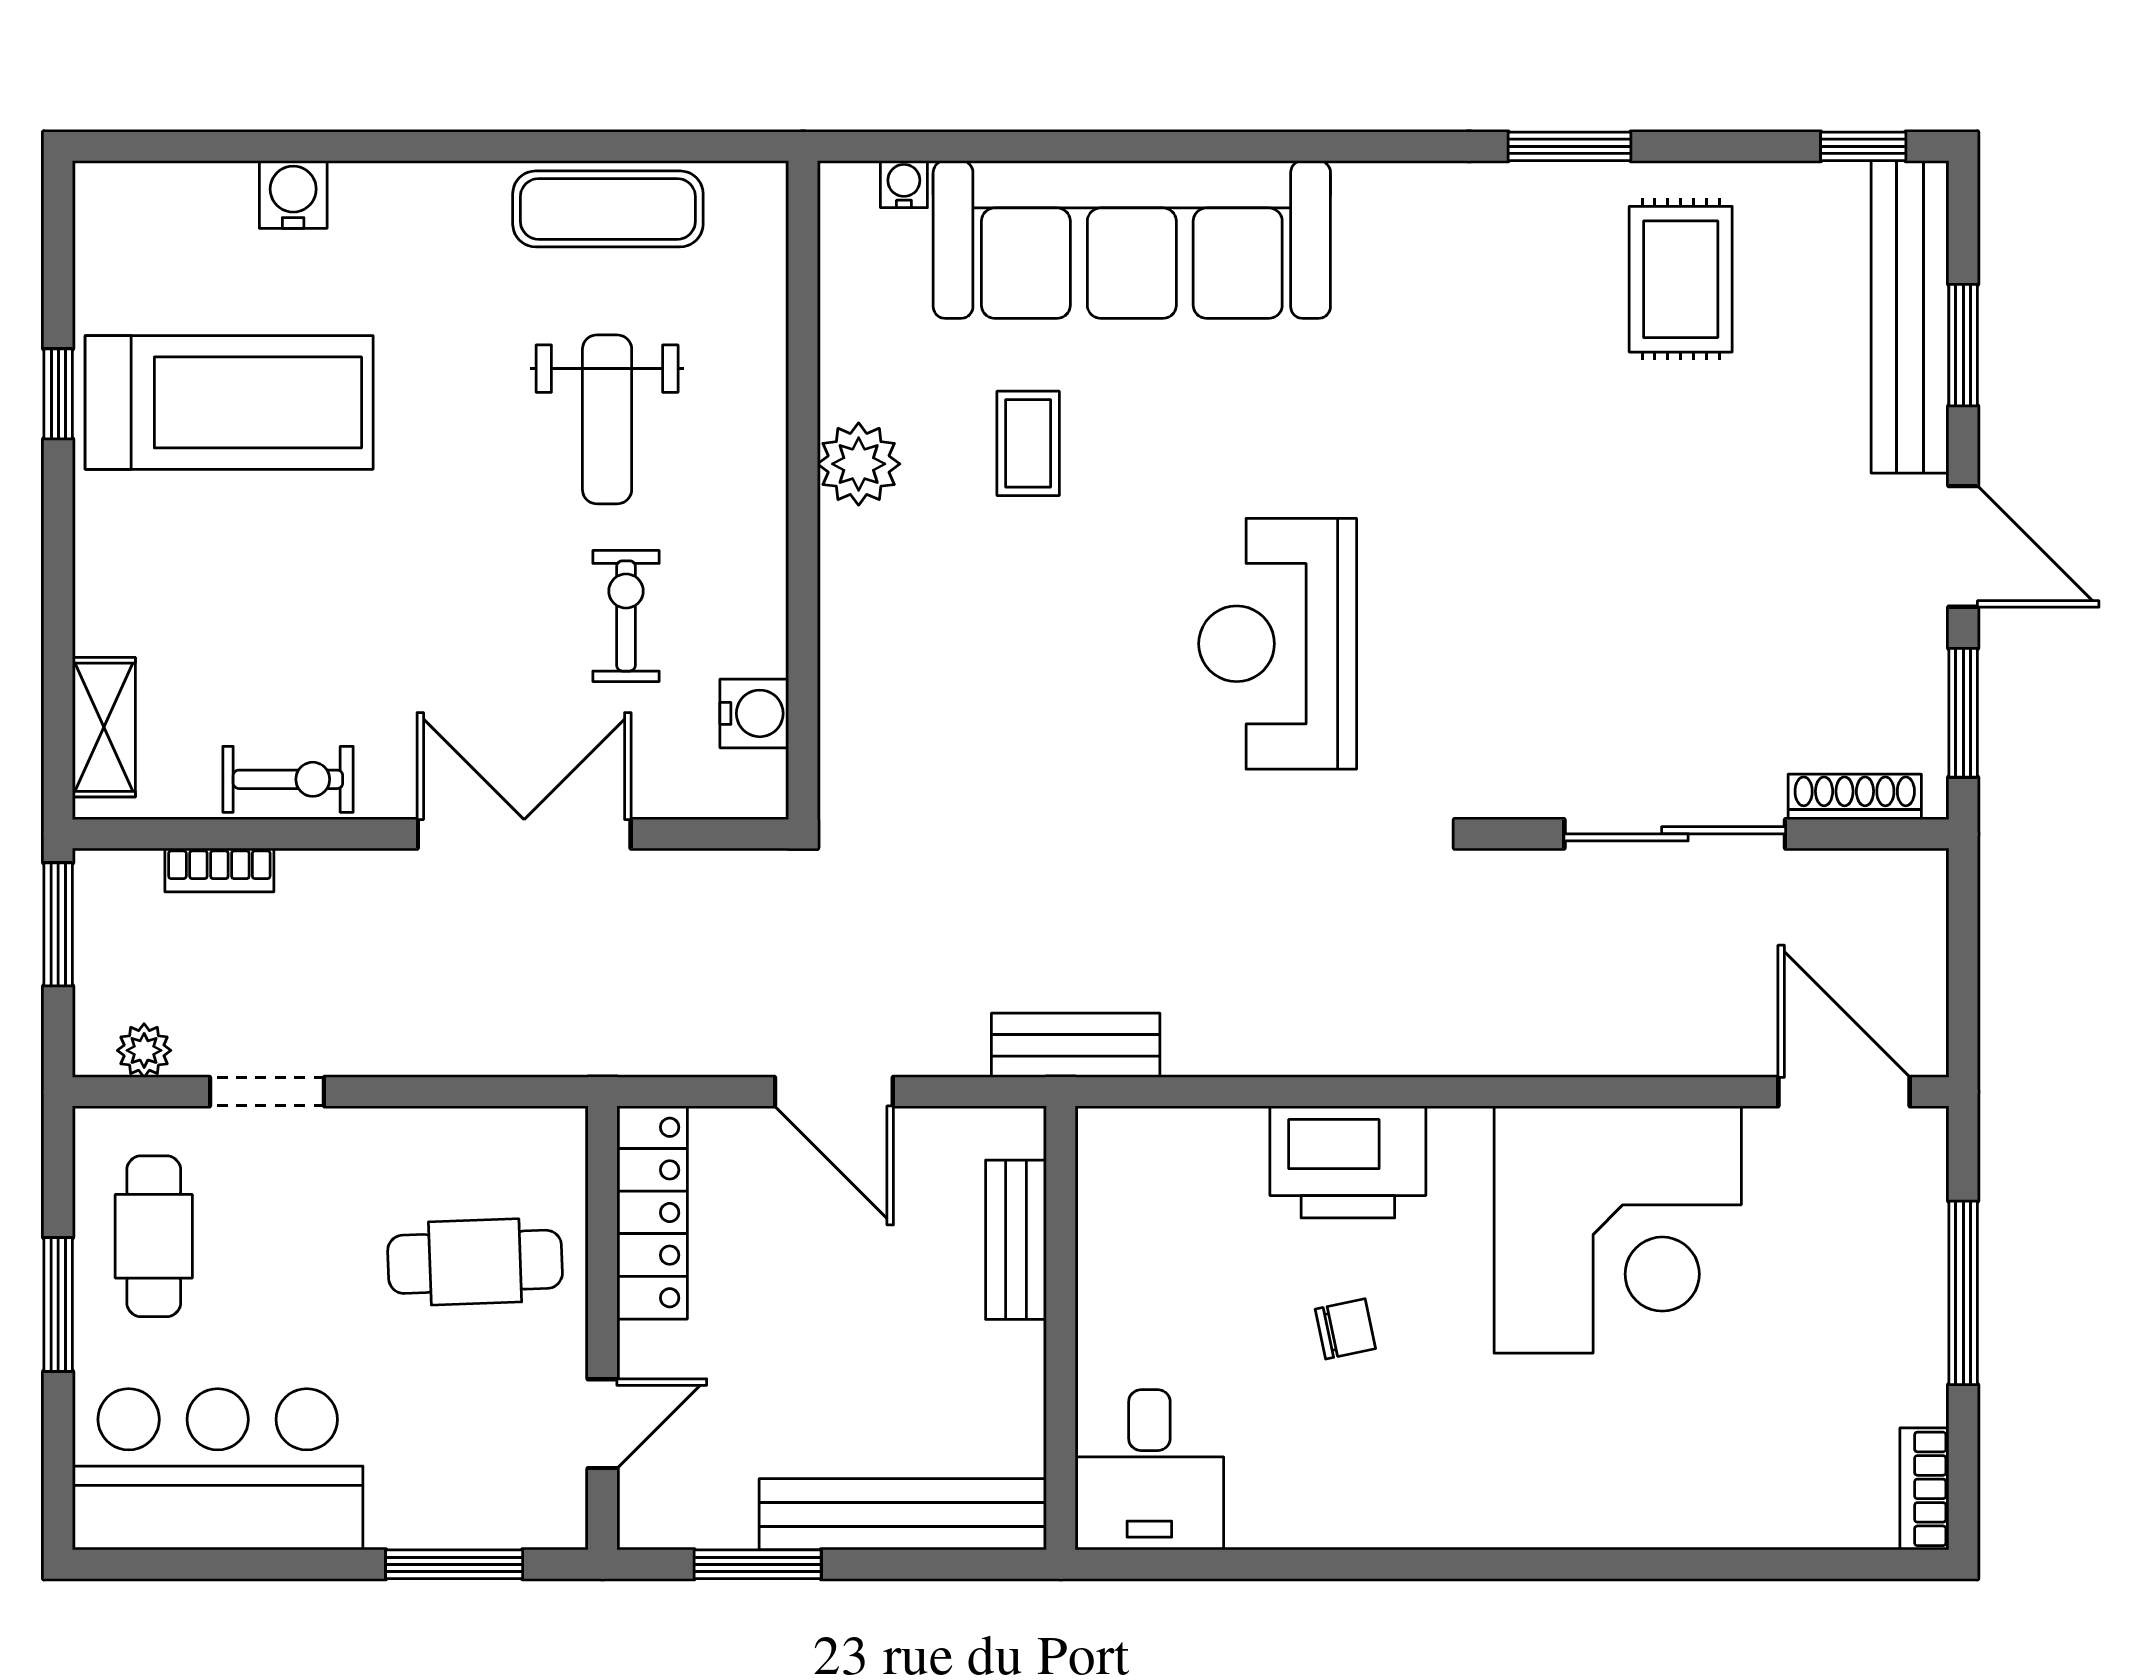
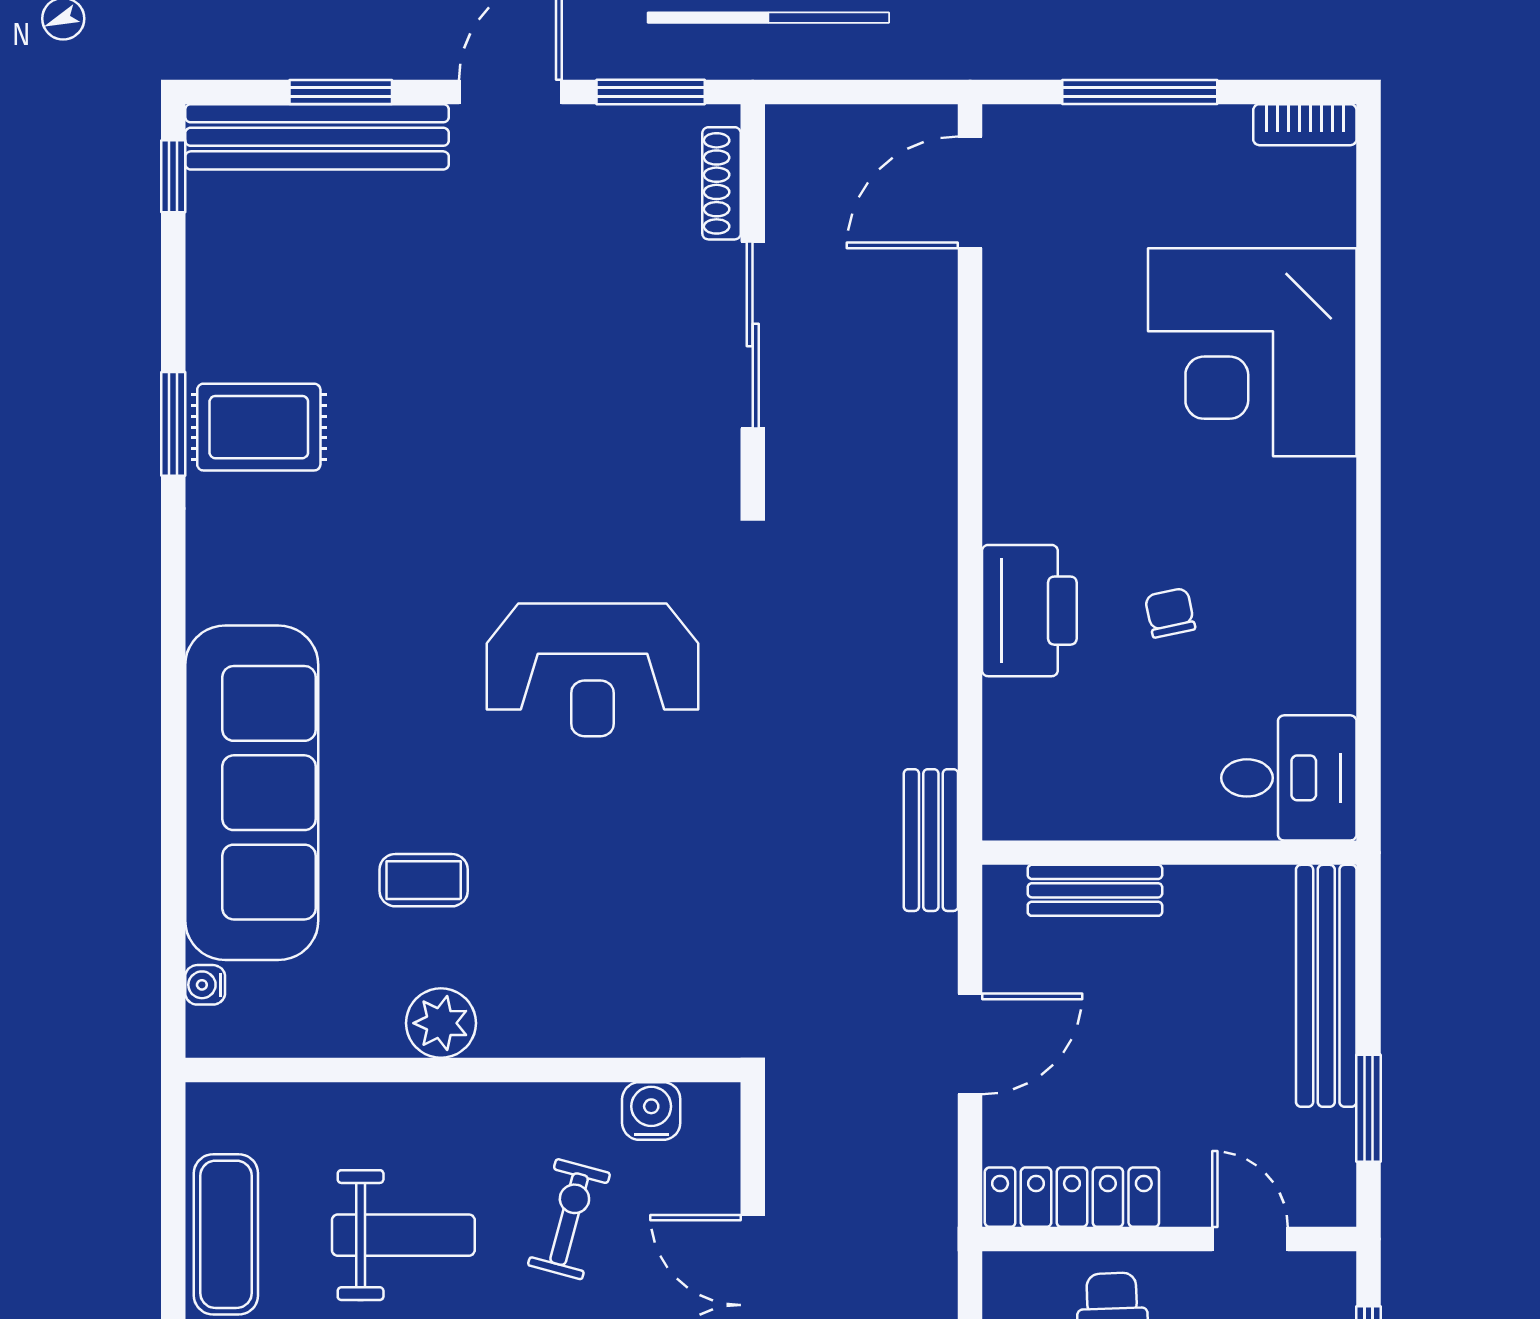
rug: (1681, 279) -> (259, 427), moved
exercise bike: (626, 616) -> (569, 1219), turned 105
corner desk: (1618, 1230) -> (1252, 352), moved, turned 180

